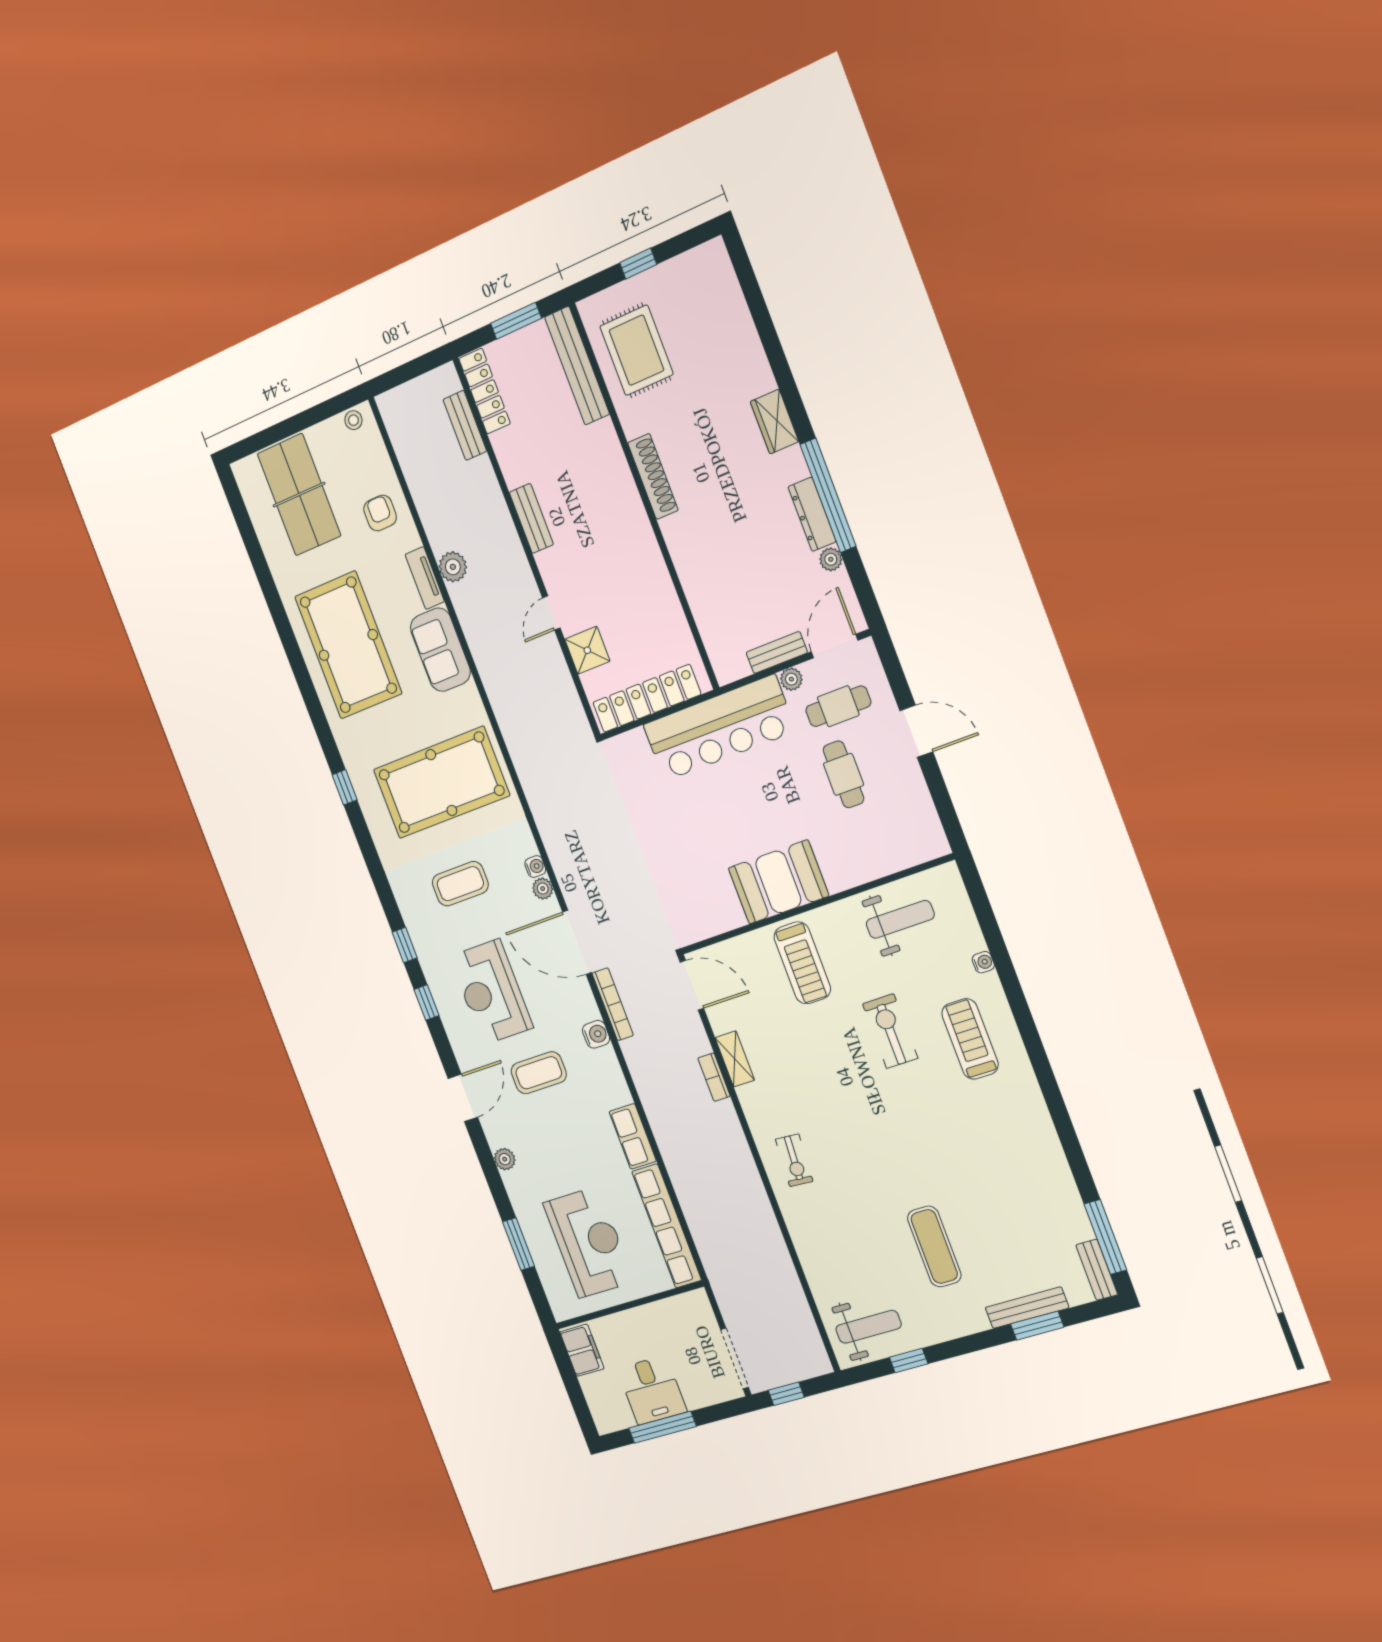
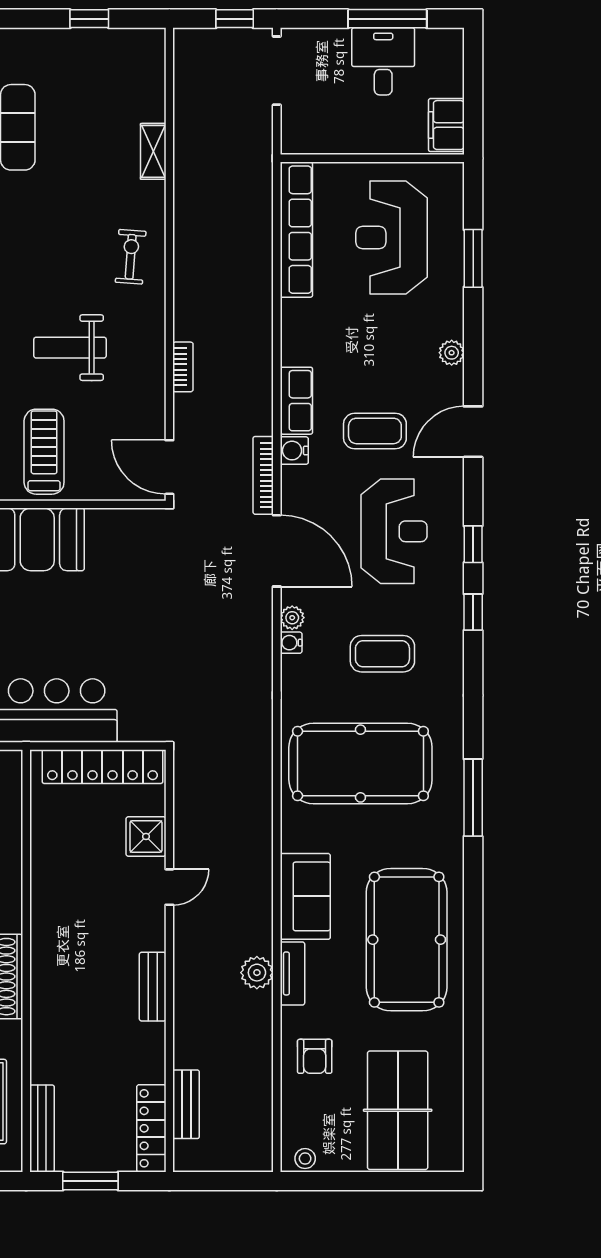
bench: (577, 366) -> (42, 1128), width x0.73, depth x0.82
window: (345, 787) -> (473, 798), width x2.17
shelving: (735, 1059) -> (153, 151), moved
row of seats: (633, 1136) -> (296, 401), moved
weight bench: (869, 1327) -> (70, 348), moved

